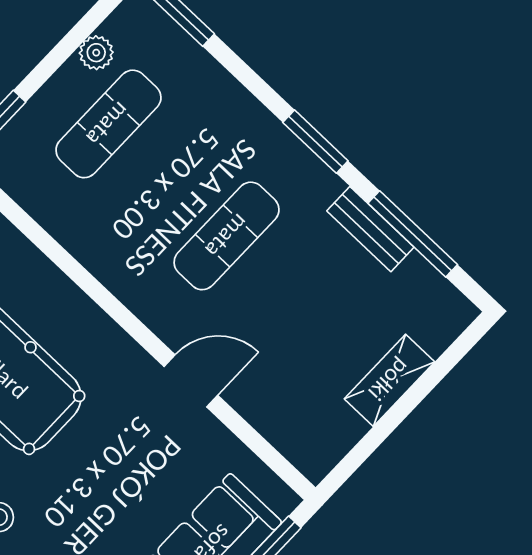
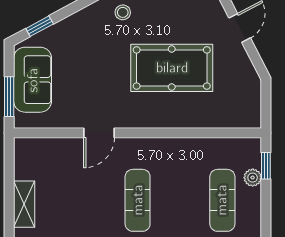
plant: (96, 53) -> (253, 178), moved

